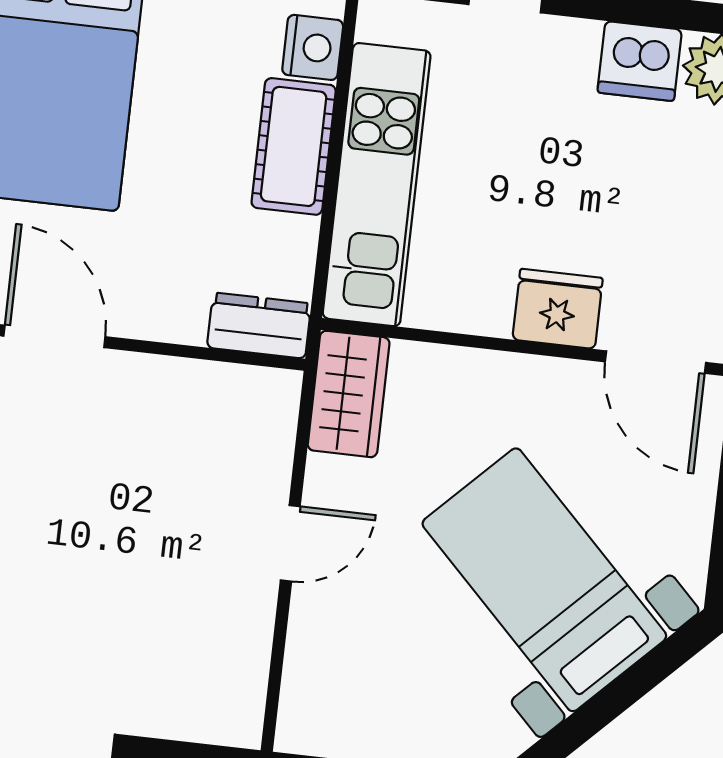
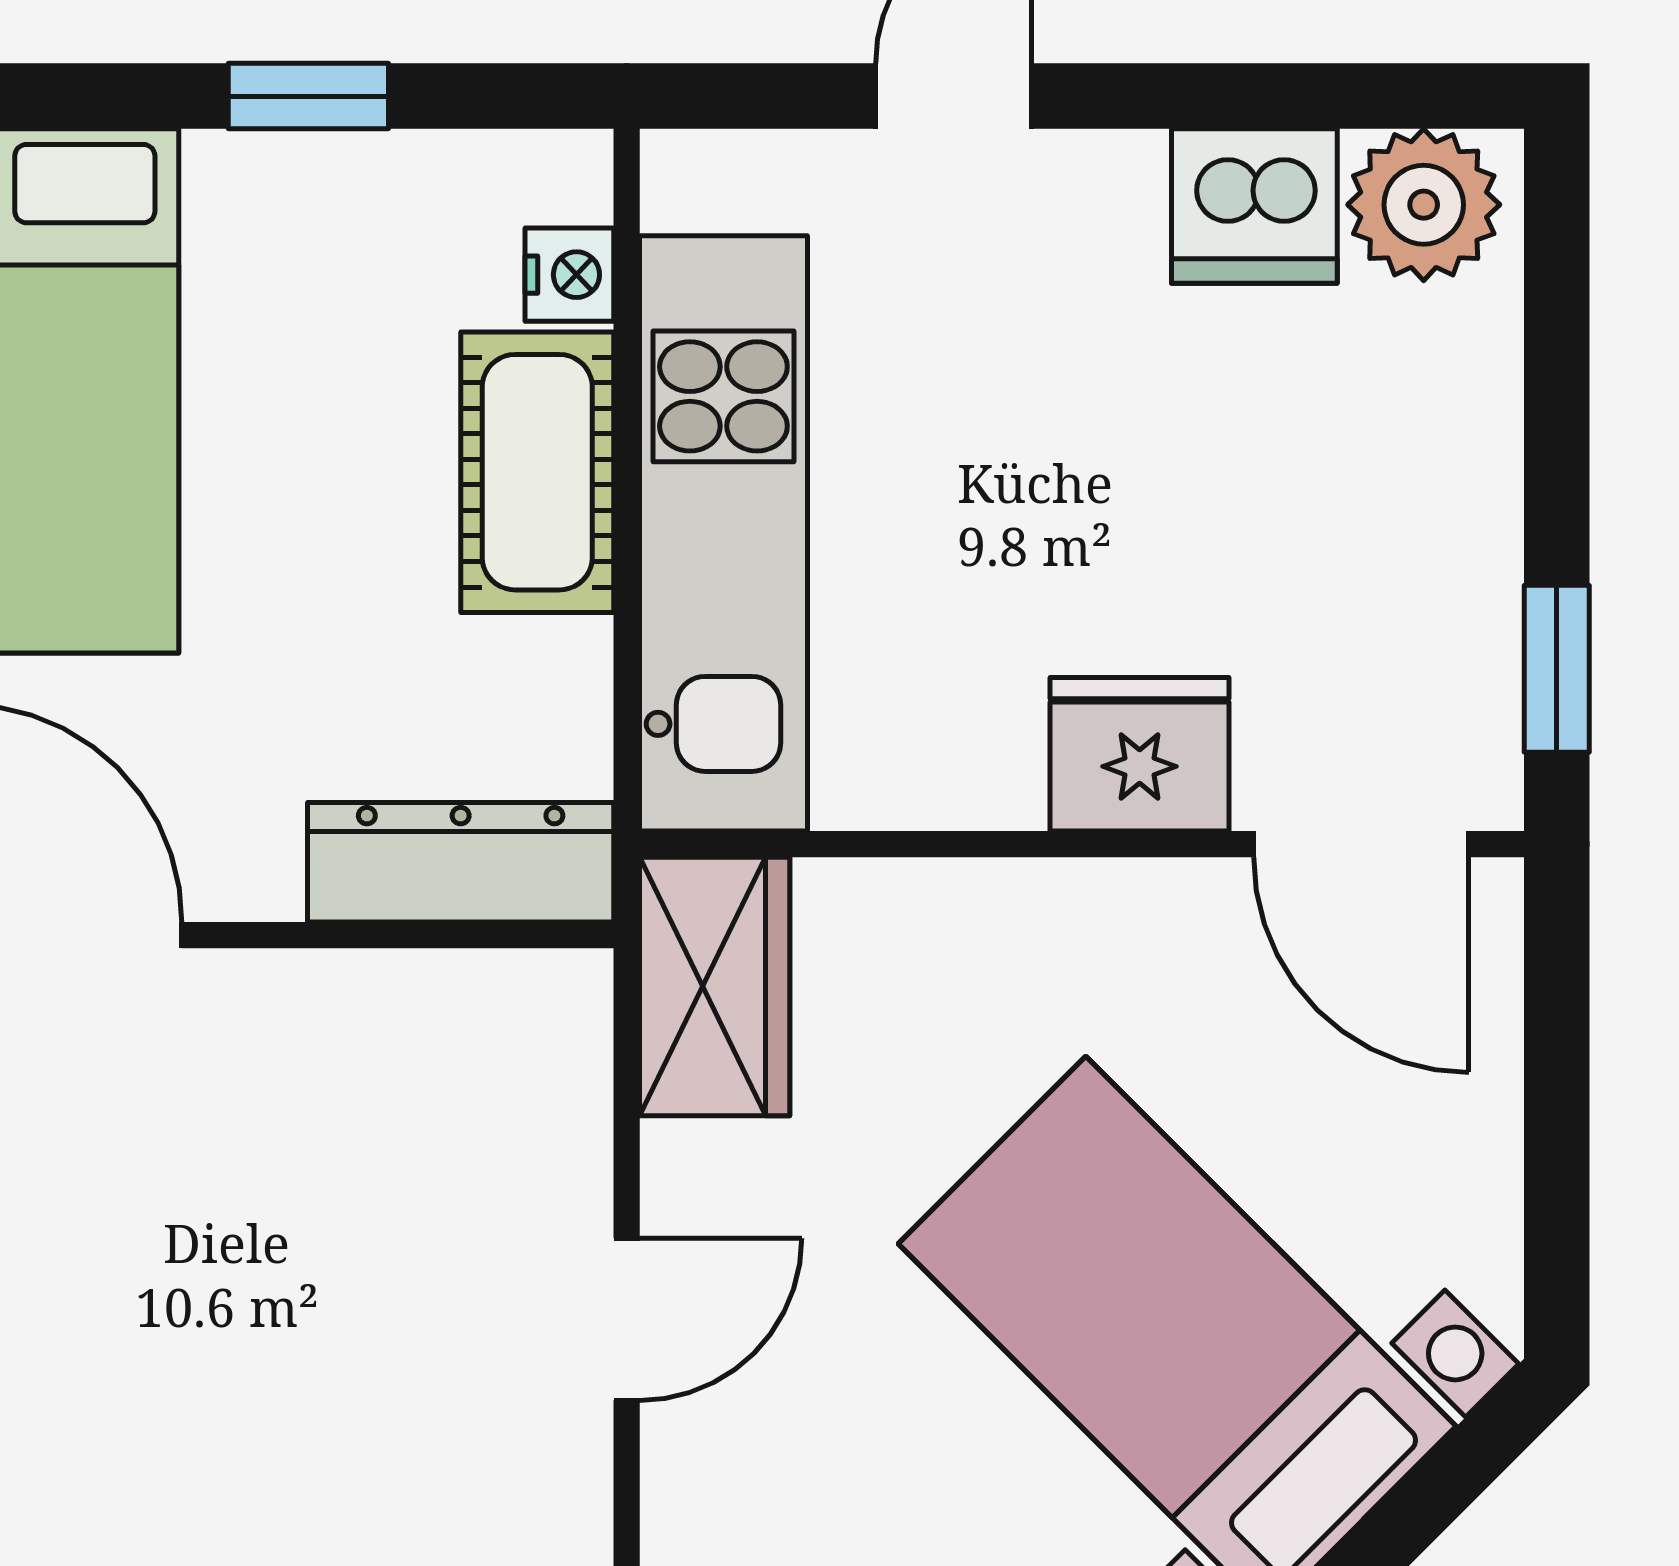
nightstand: (313, 47) -> (569, 275), width x0.72, depth x0.74
dresser: (259, 325) -> (461, 862), width x1.44

